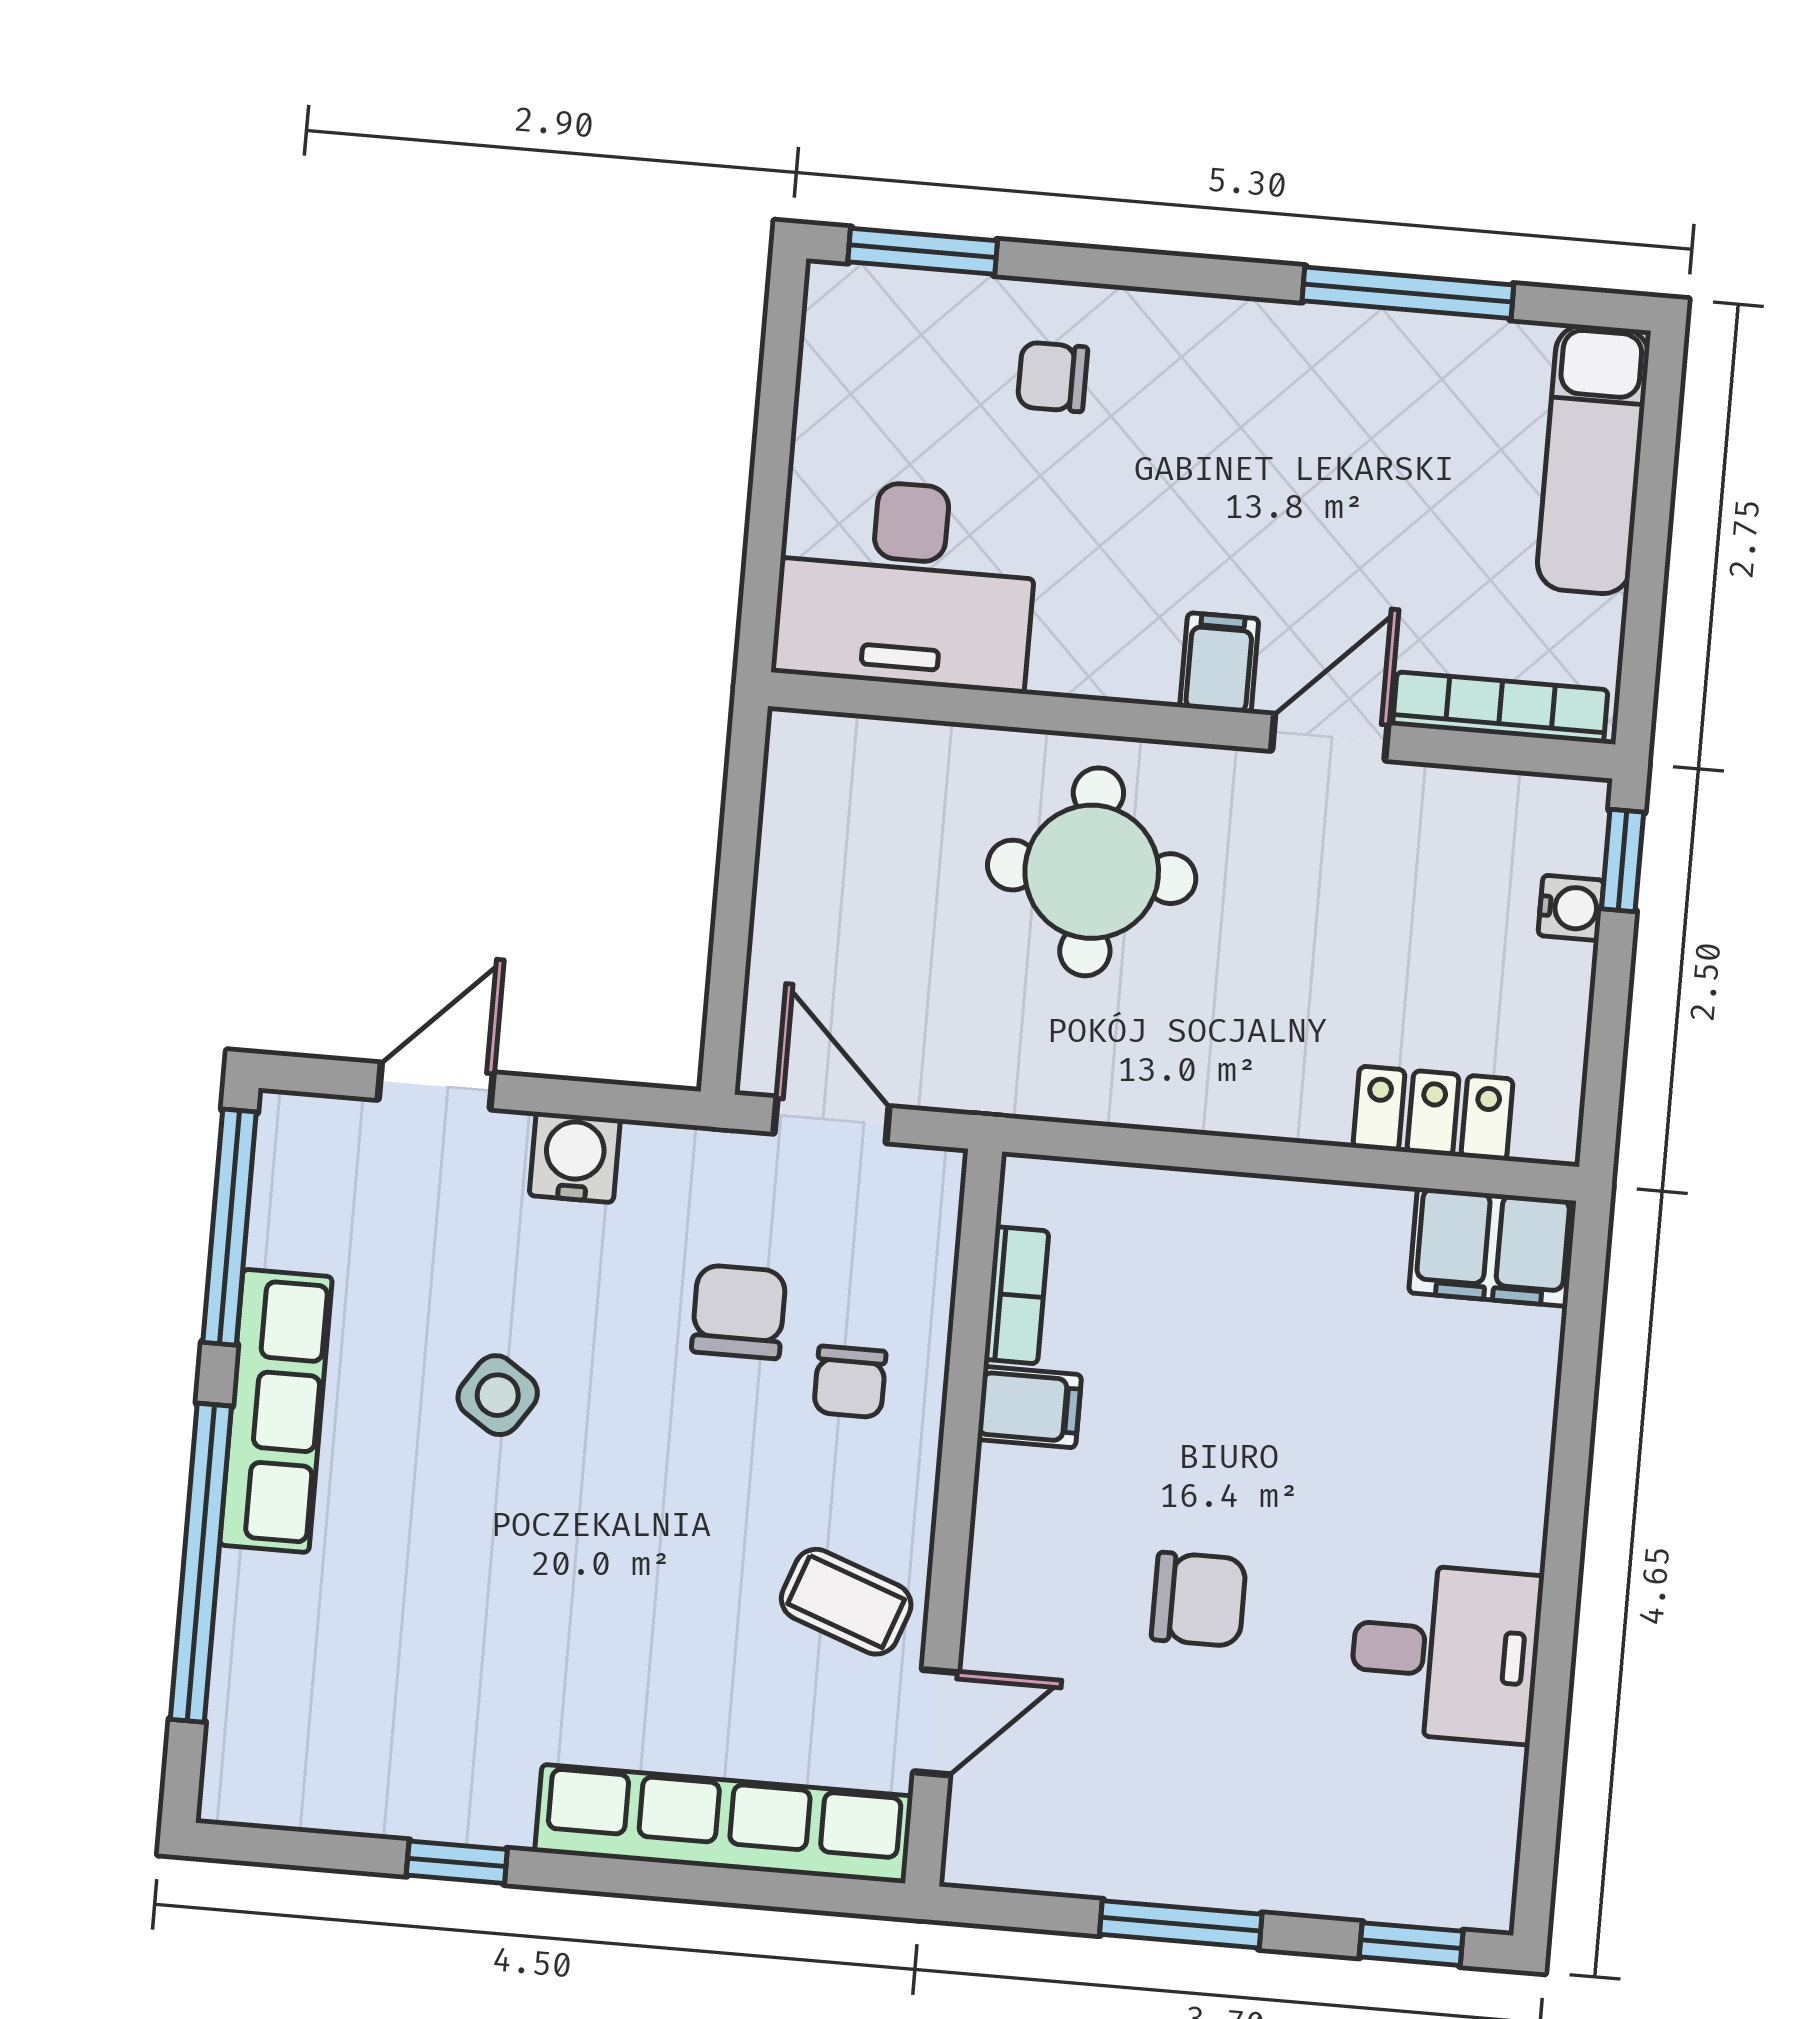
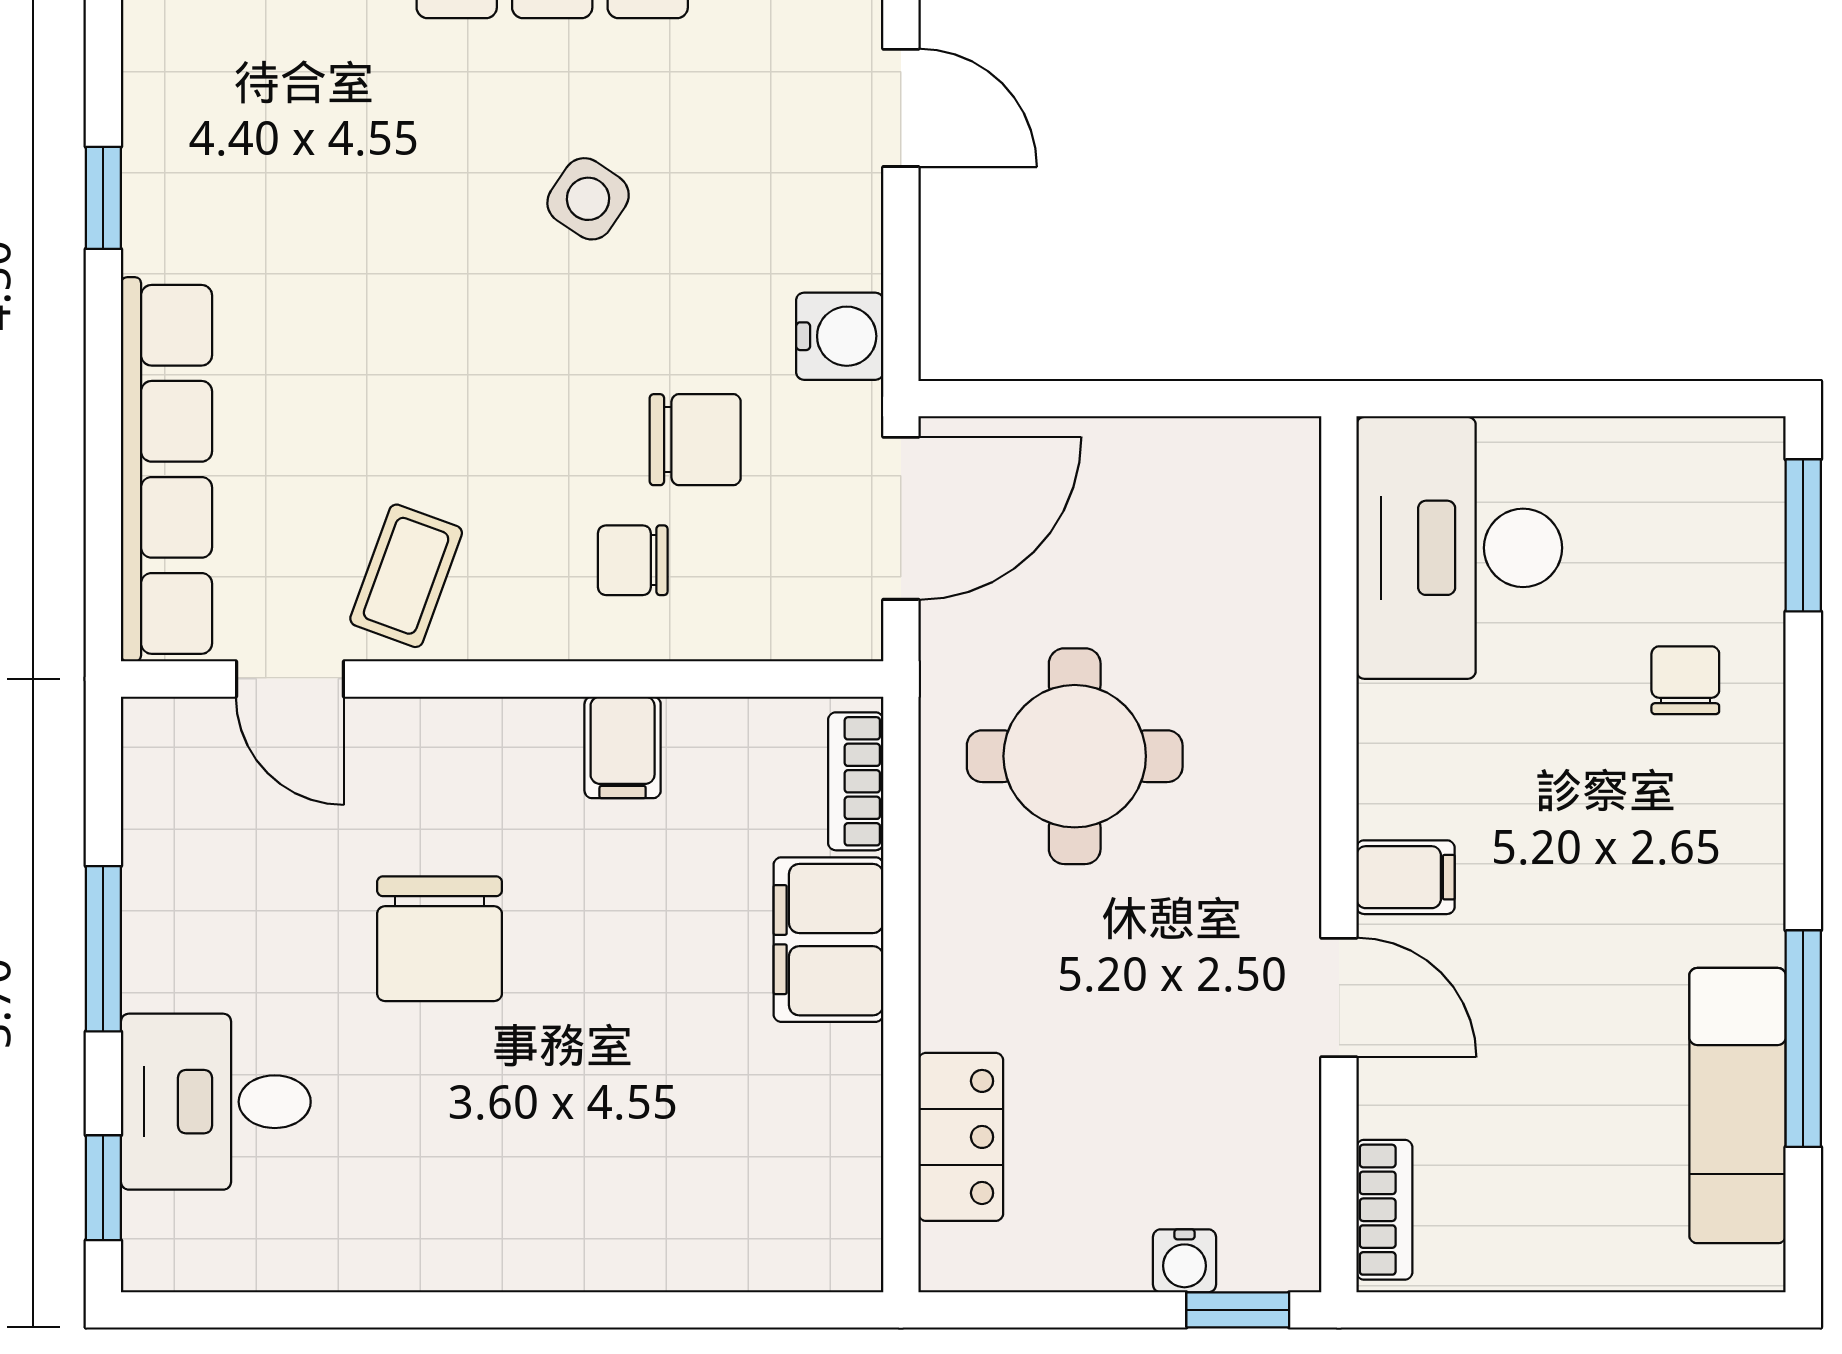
exam couch: (1593, 459) -> (1738, 1106), moved, turned -90
bookcase: (1500, 708) -> (1384, 1210), width x0.64
round table: (1092, 872) -> (1075, 756), moved
door: (832, 1120) -> (901, 518), width x1.38
water cooler: (575, 1157) -> (840, 336), moved
filing cabinet: (1493, 1247) -> (828, 940), moved
bookcase: (1016, 1295) -> (856, 781), moved, turned 90
chair: (1199, 1599) -> (440, 939), width x1.37, depth x1.37
desk: (1446, 1653) -> (216, 1102), moved, turned 90

